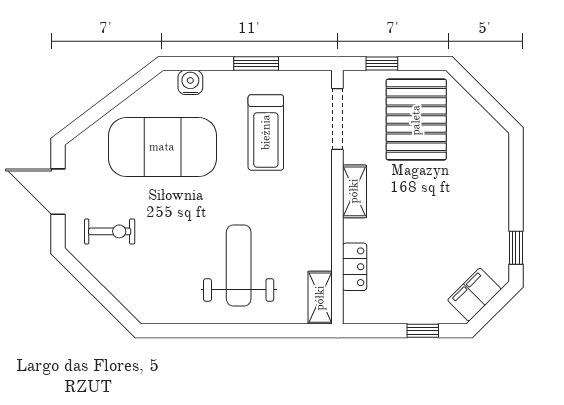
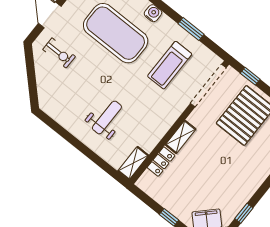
doorway: (337, 119) -> (208, 86), width x1.36
shelving: (354, 191) -> (181, 137), moved
weight bench: (239, 266) -> (107, 117), width x0.73, depth x0.75

